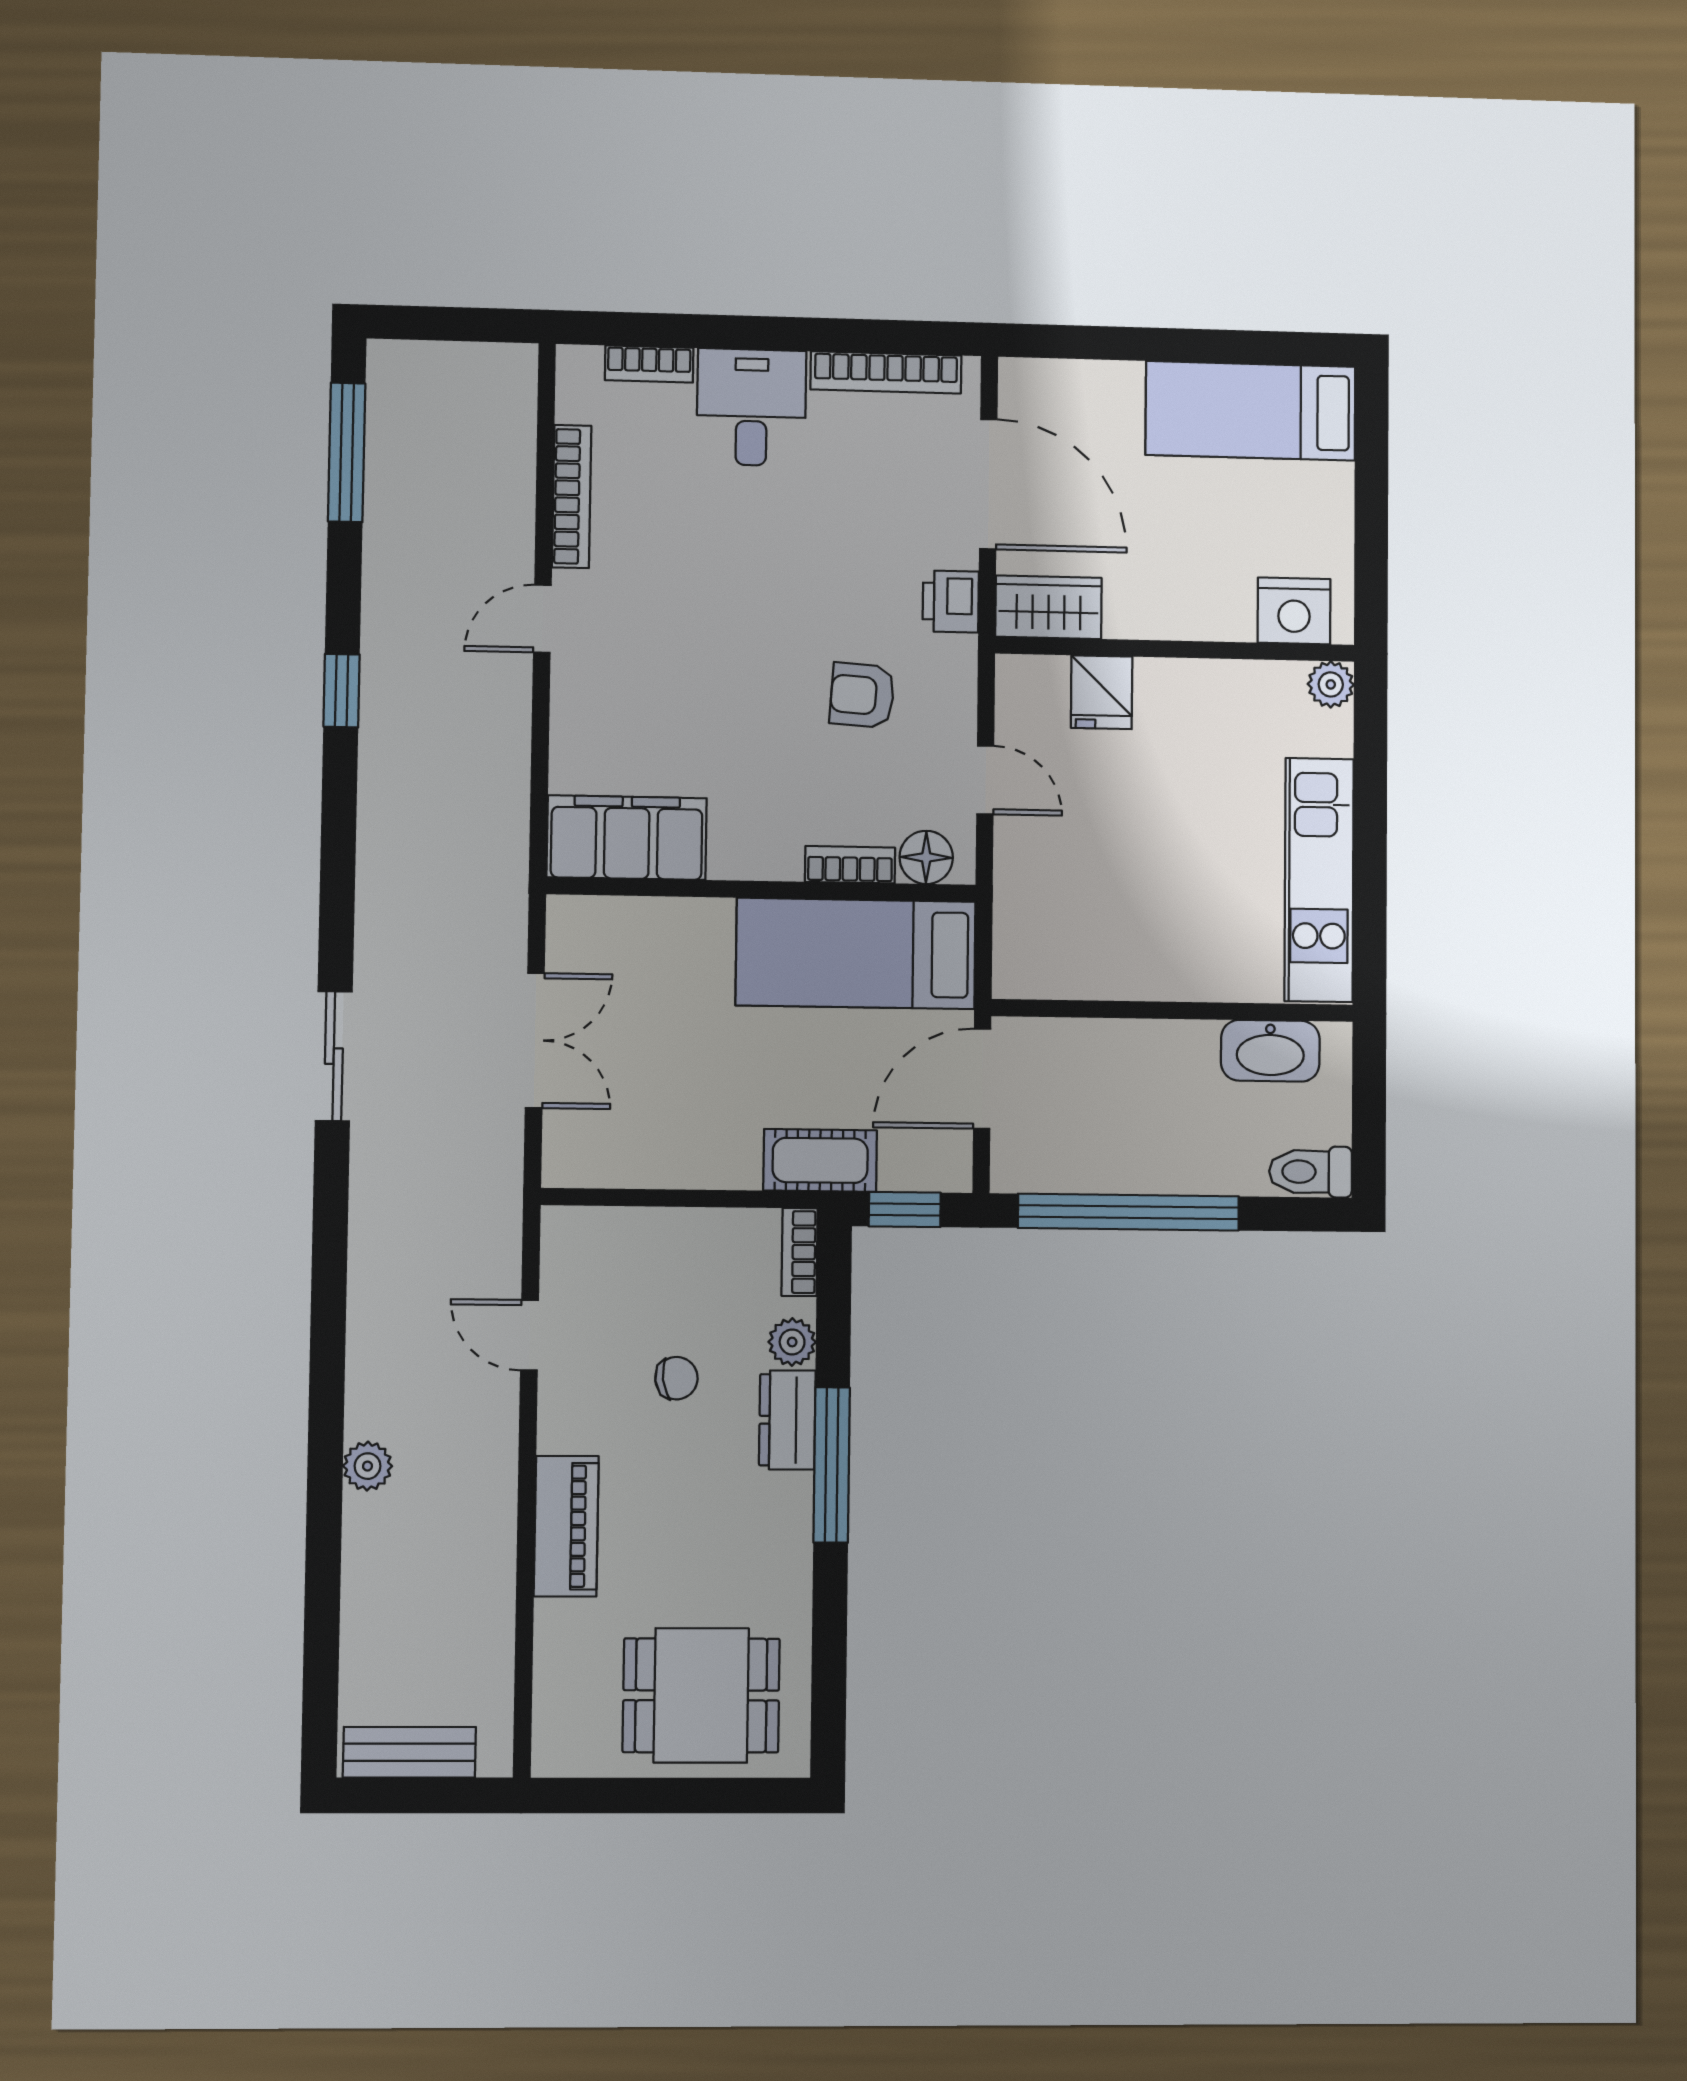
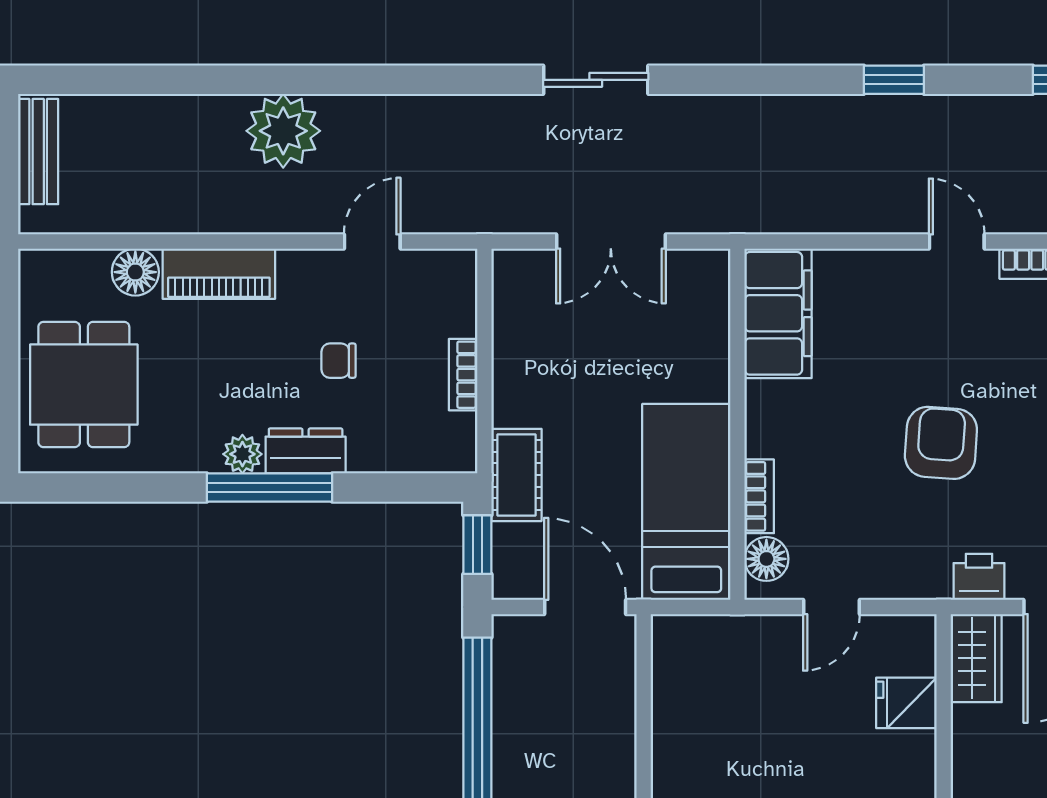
armchair: (862, 695) -> (941, 443), moved, width x1.38, depth x1.38
bookcase: (800, 1252) -> (463, 375), moved, turned -90
plant: (792, 1342) -> (242, 454), moved
chair: (676, 1378) -> (339, 361), turned 97
plant: (368, 1466) -> (283, 131), width x1.87, depth x1.87
floor lamp: (562, 1631) -> (135, 272), added

